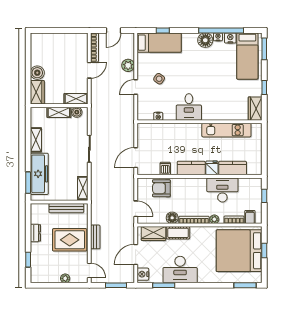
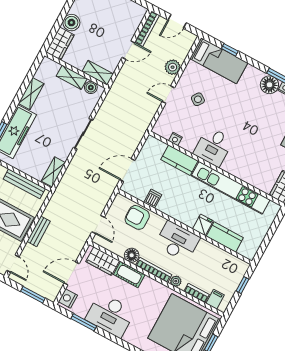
kitchen unit: (226, 130) -> (231, 188), width x1.36
kitchen counter: (191, 168) -> (179, 160), moved, turned 180
desk: (222, 190) -> (177, 241), moved

